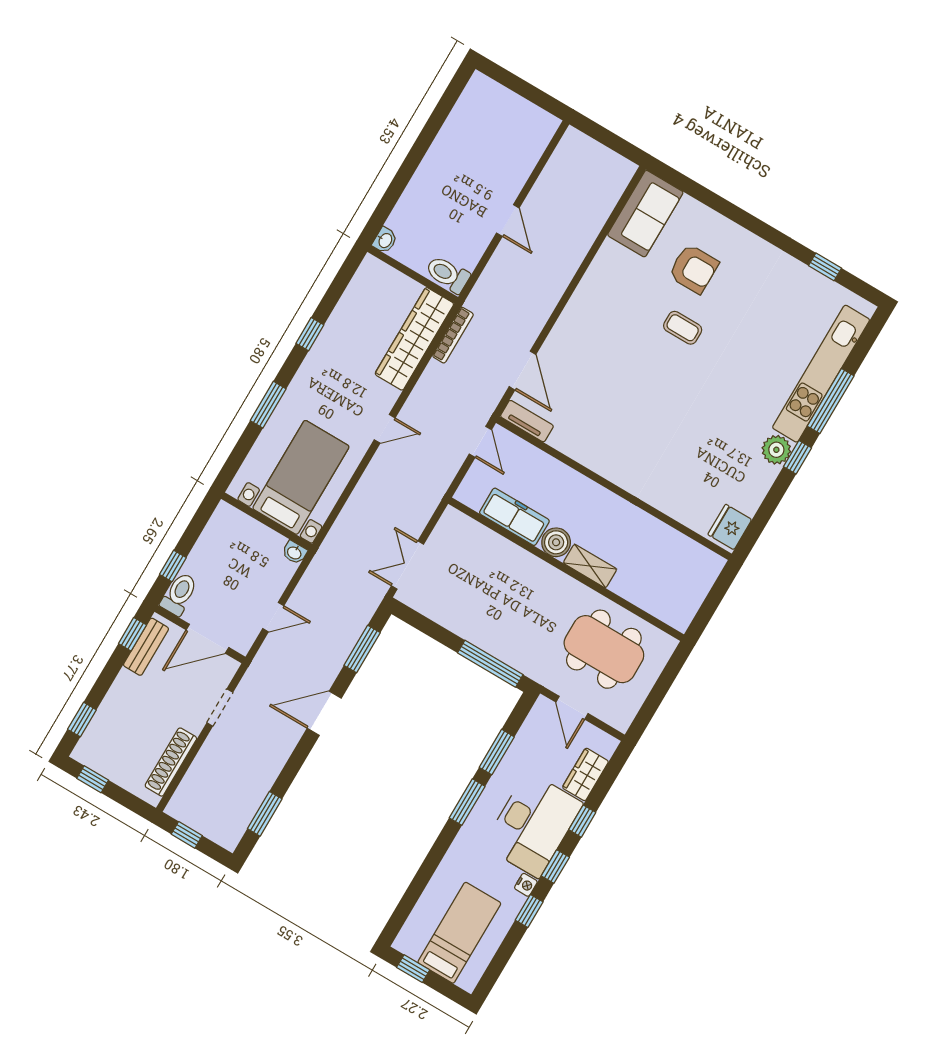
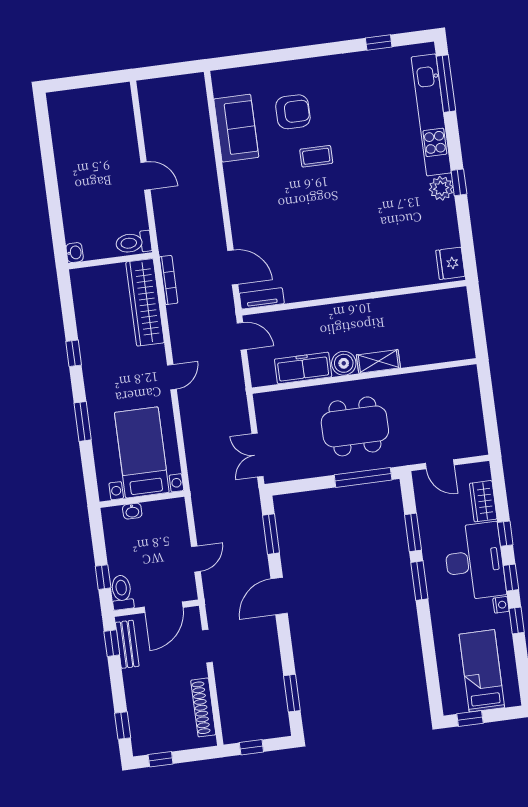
sofa: (645, 214) -> (236, 128), moved
window: (831, 401) -> (446, 84), moved
washbasin: (294, 552) -> (132, 511), moved
dining table: (604, 649) -> (355, 426), moved

